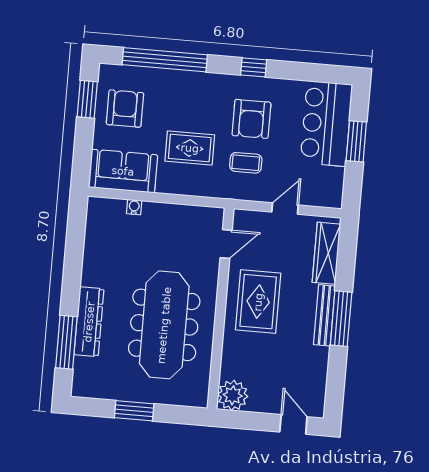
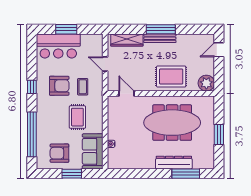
window: (87, 99) -> (72, 174), moved
rug: (258, 302) -> (171, 77), moved

